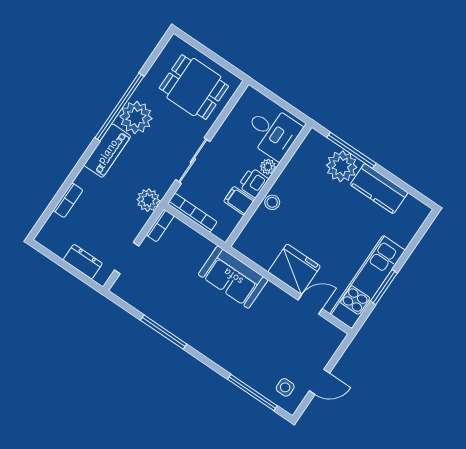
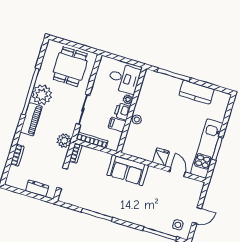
dining table: (194, 87) -> (70, 67), turned 90
plant: (342, 166) -> (171, 86), removed
fridge: (294, 269) -> (161, 157), width x0.53, depth x0.75
door: (310, 304) -> (177, 172), hinge flipped

